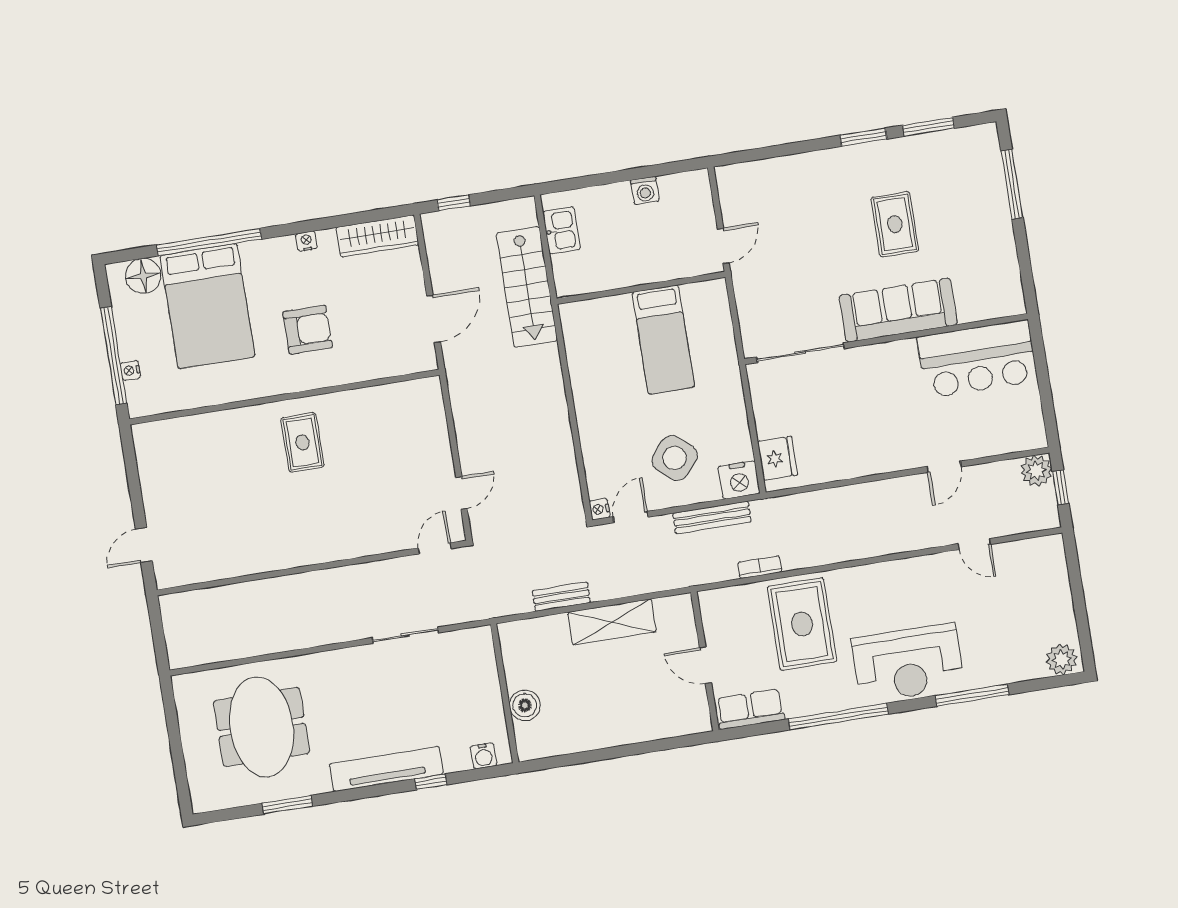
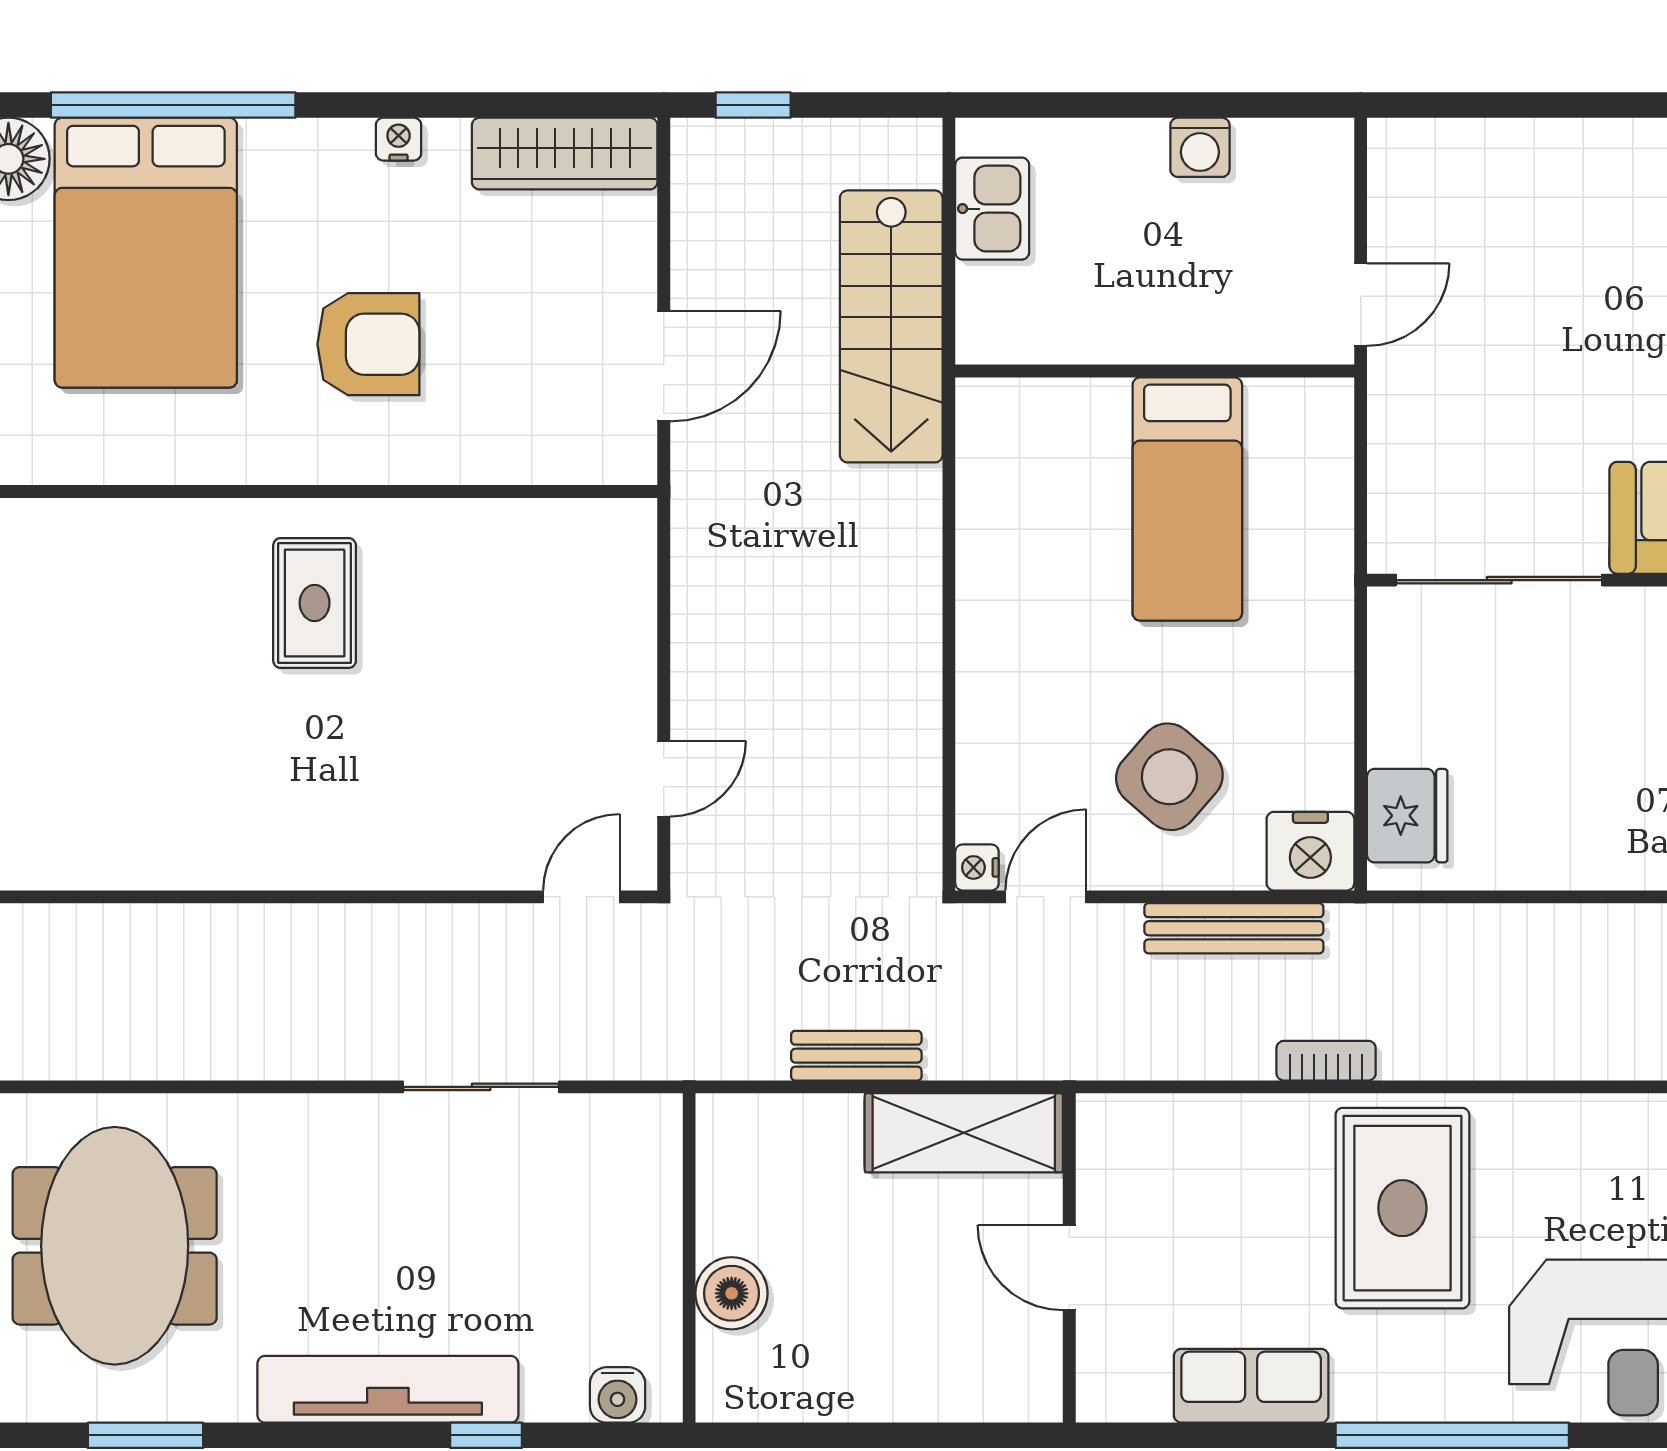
wall: (705, 661) -> (1069, 1258), moved
door: (706, 665) -> (1069, 1268), moved

